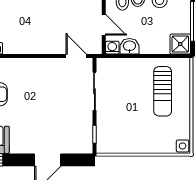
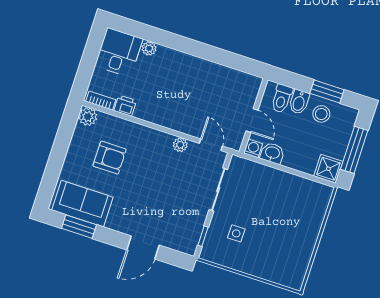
plant: (51, 64) -> (180, 145), added
sun lounger: (163, 91) -> (292, 214), removed
side table: (183, 146) -> (236, 233), moved

